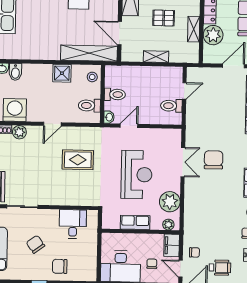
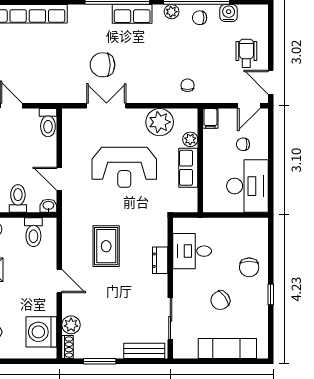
toilet: (171, 106) -> (48, 123), moved
reception desk: (137, 175) -> (124, 167), turned 180
dresser: (66, 200) -> (160, 260), added
plant: (168, 225) -> (190, 139), moved
filing cabinet: (172, 245) -> (210, 118), width x0.50
chair: (194, 252) -> (188, 85), moved

